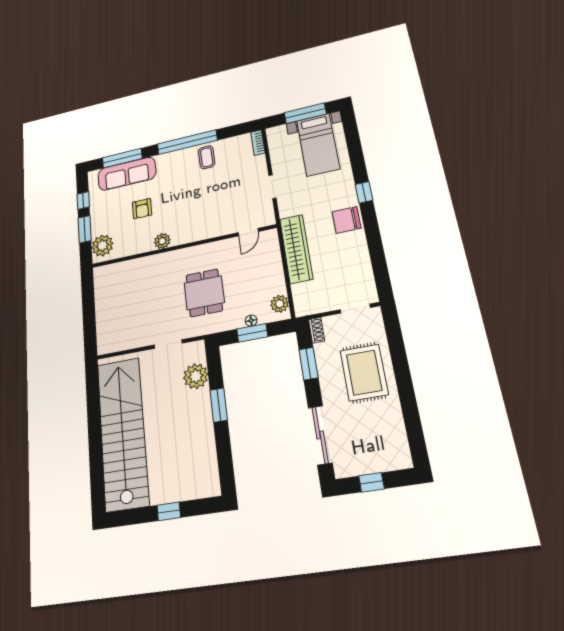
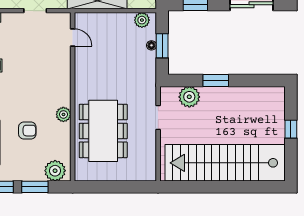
dining table: (204, 293) -> (103, 131), moved, width x1.88, depth x1.24

